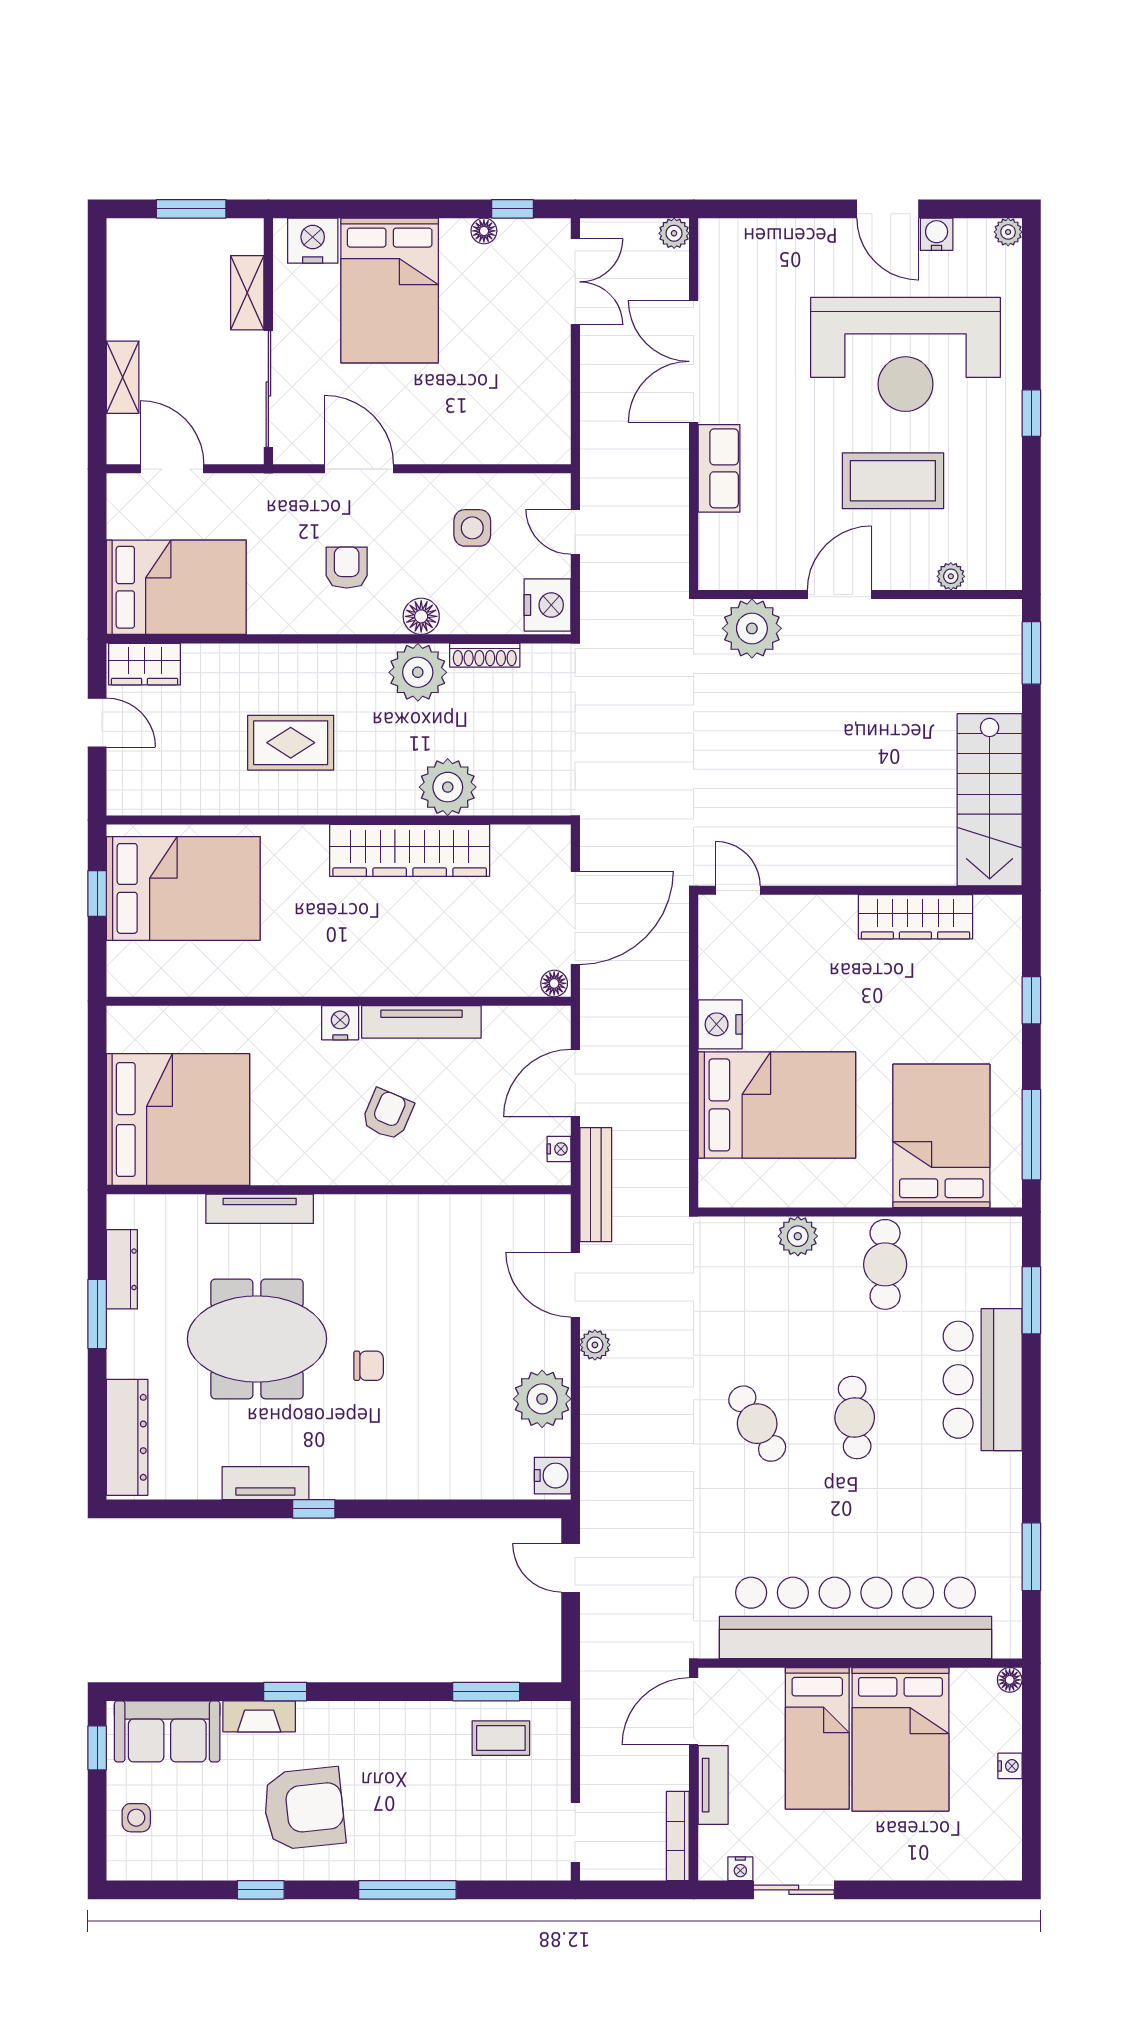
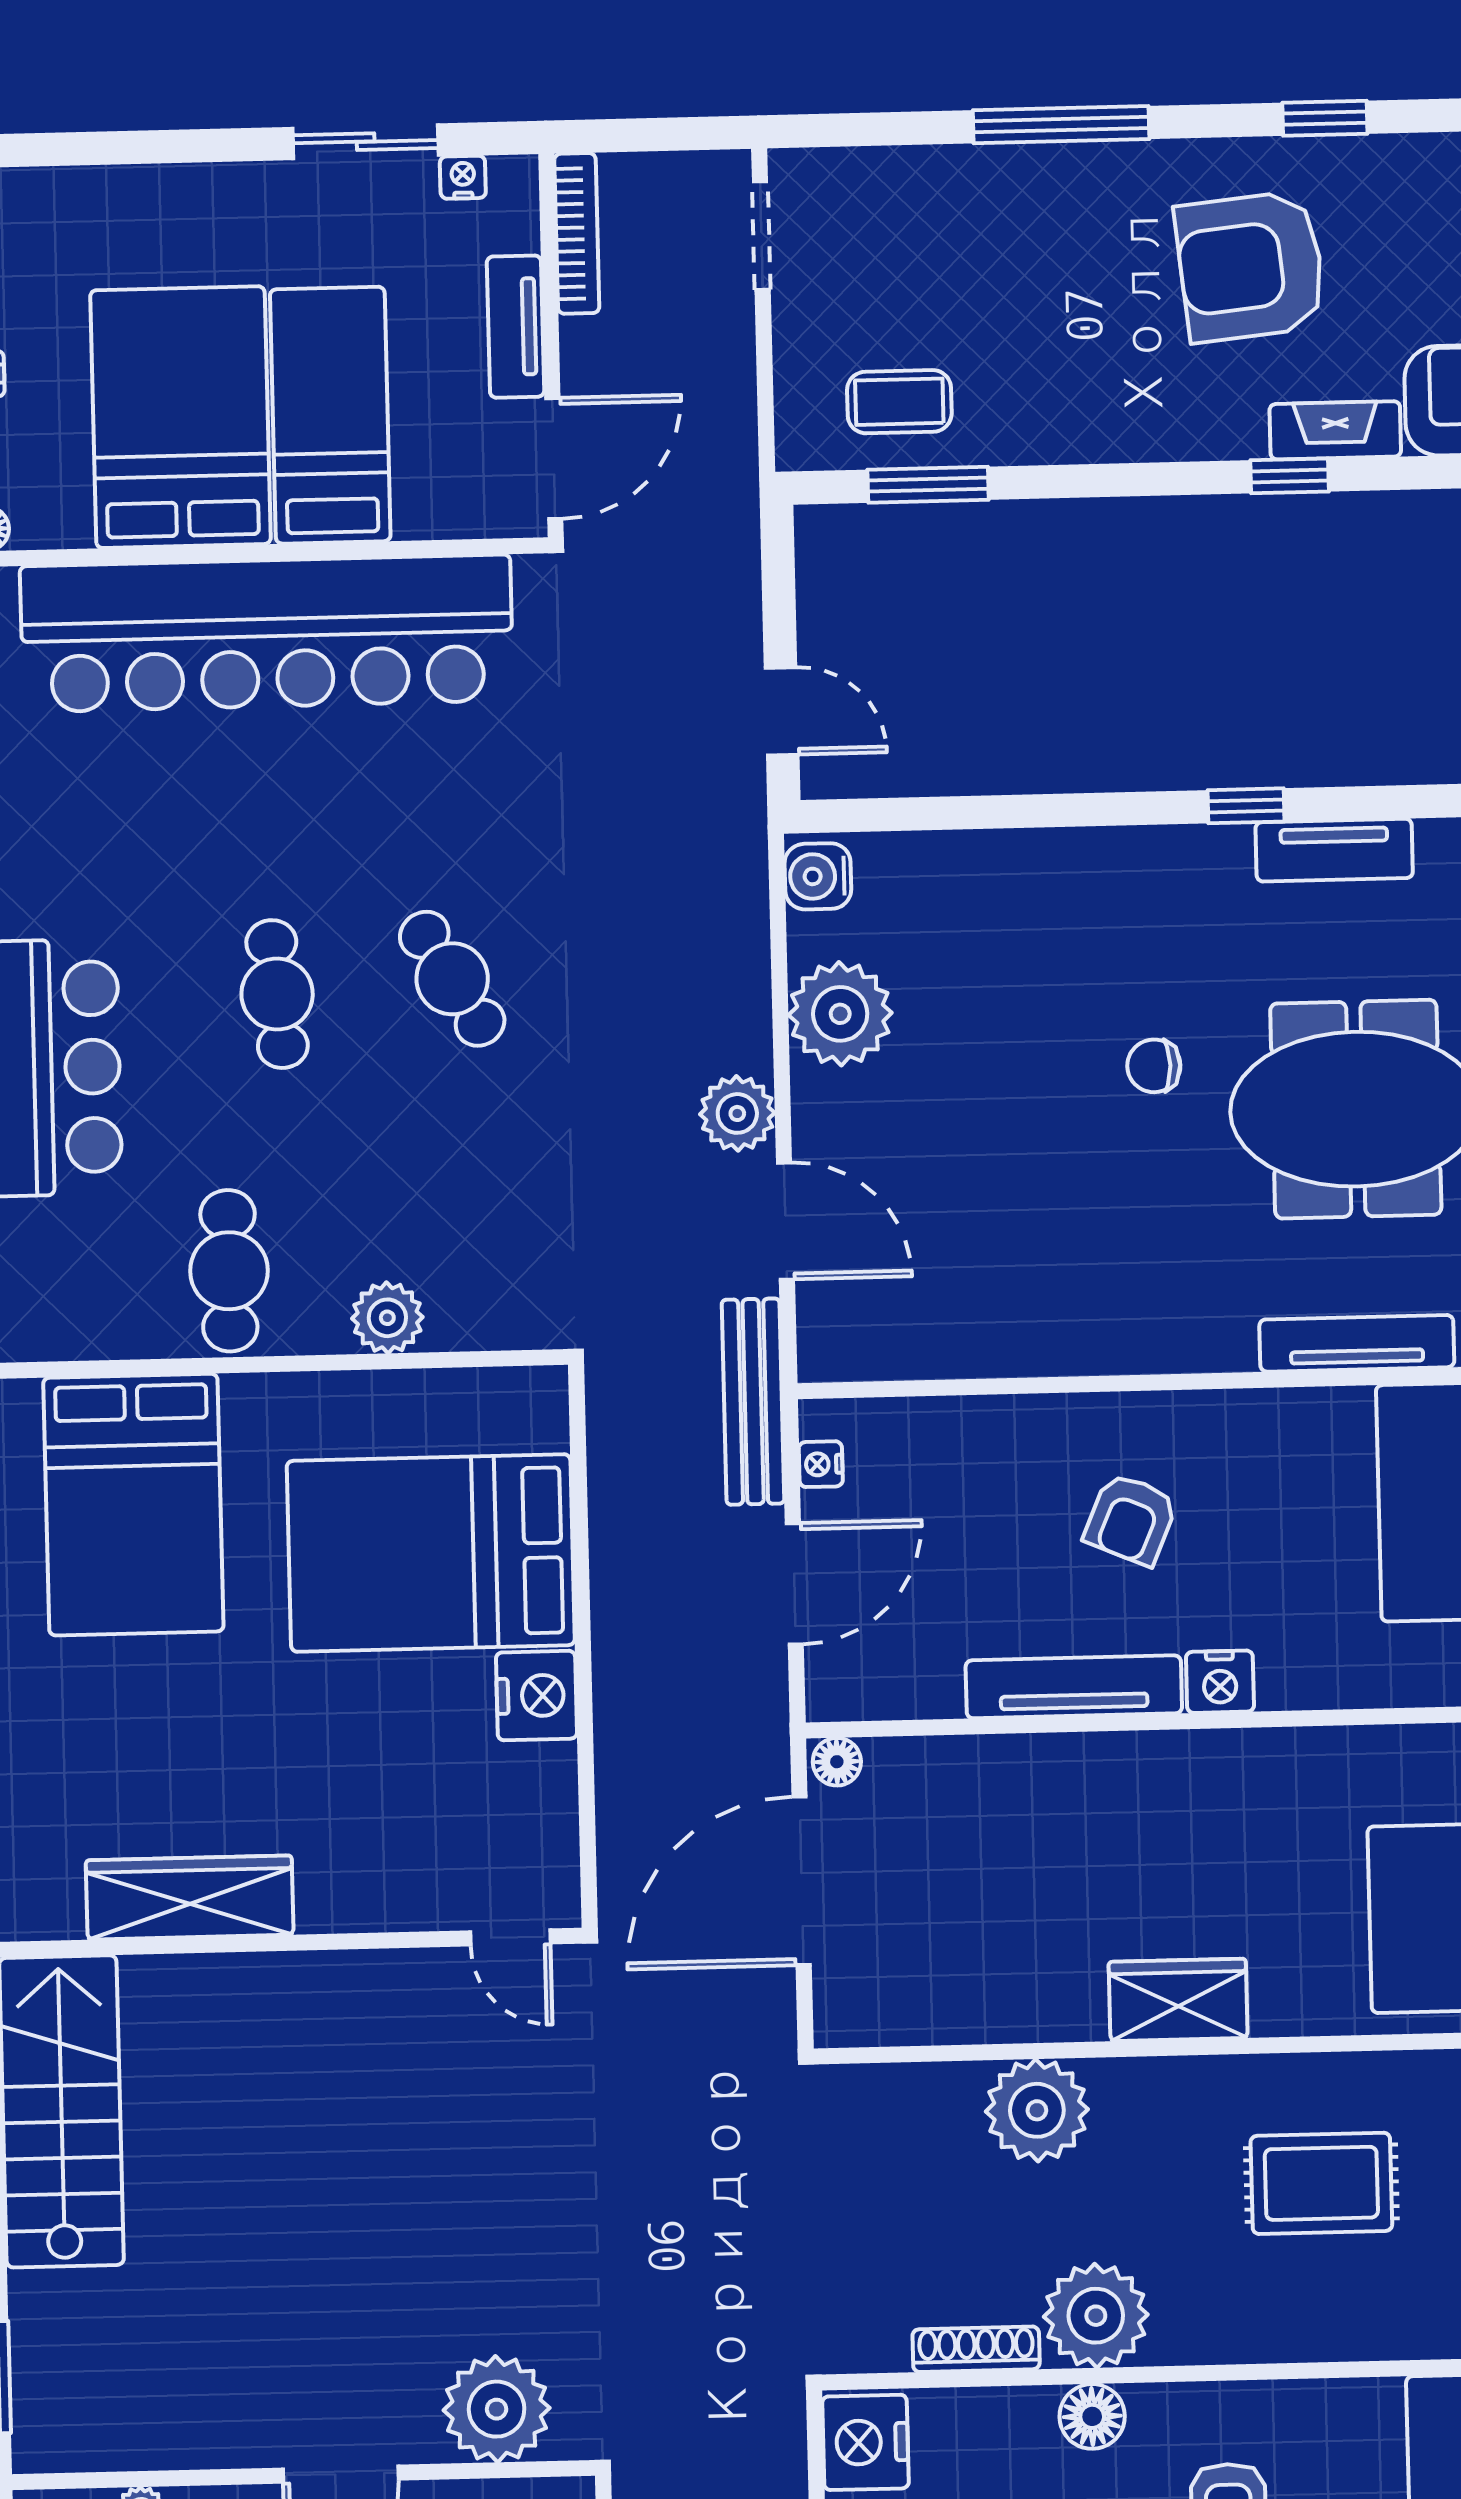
wardrobe: (410, 850) -> (1178, 2000), width x0.48, depth x0.85
plant: (595, 1345) -> (737, 1113), width x1.38, depth x1.38

